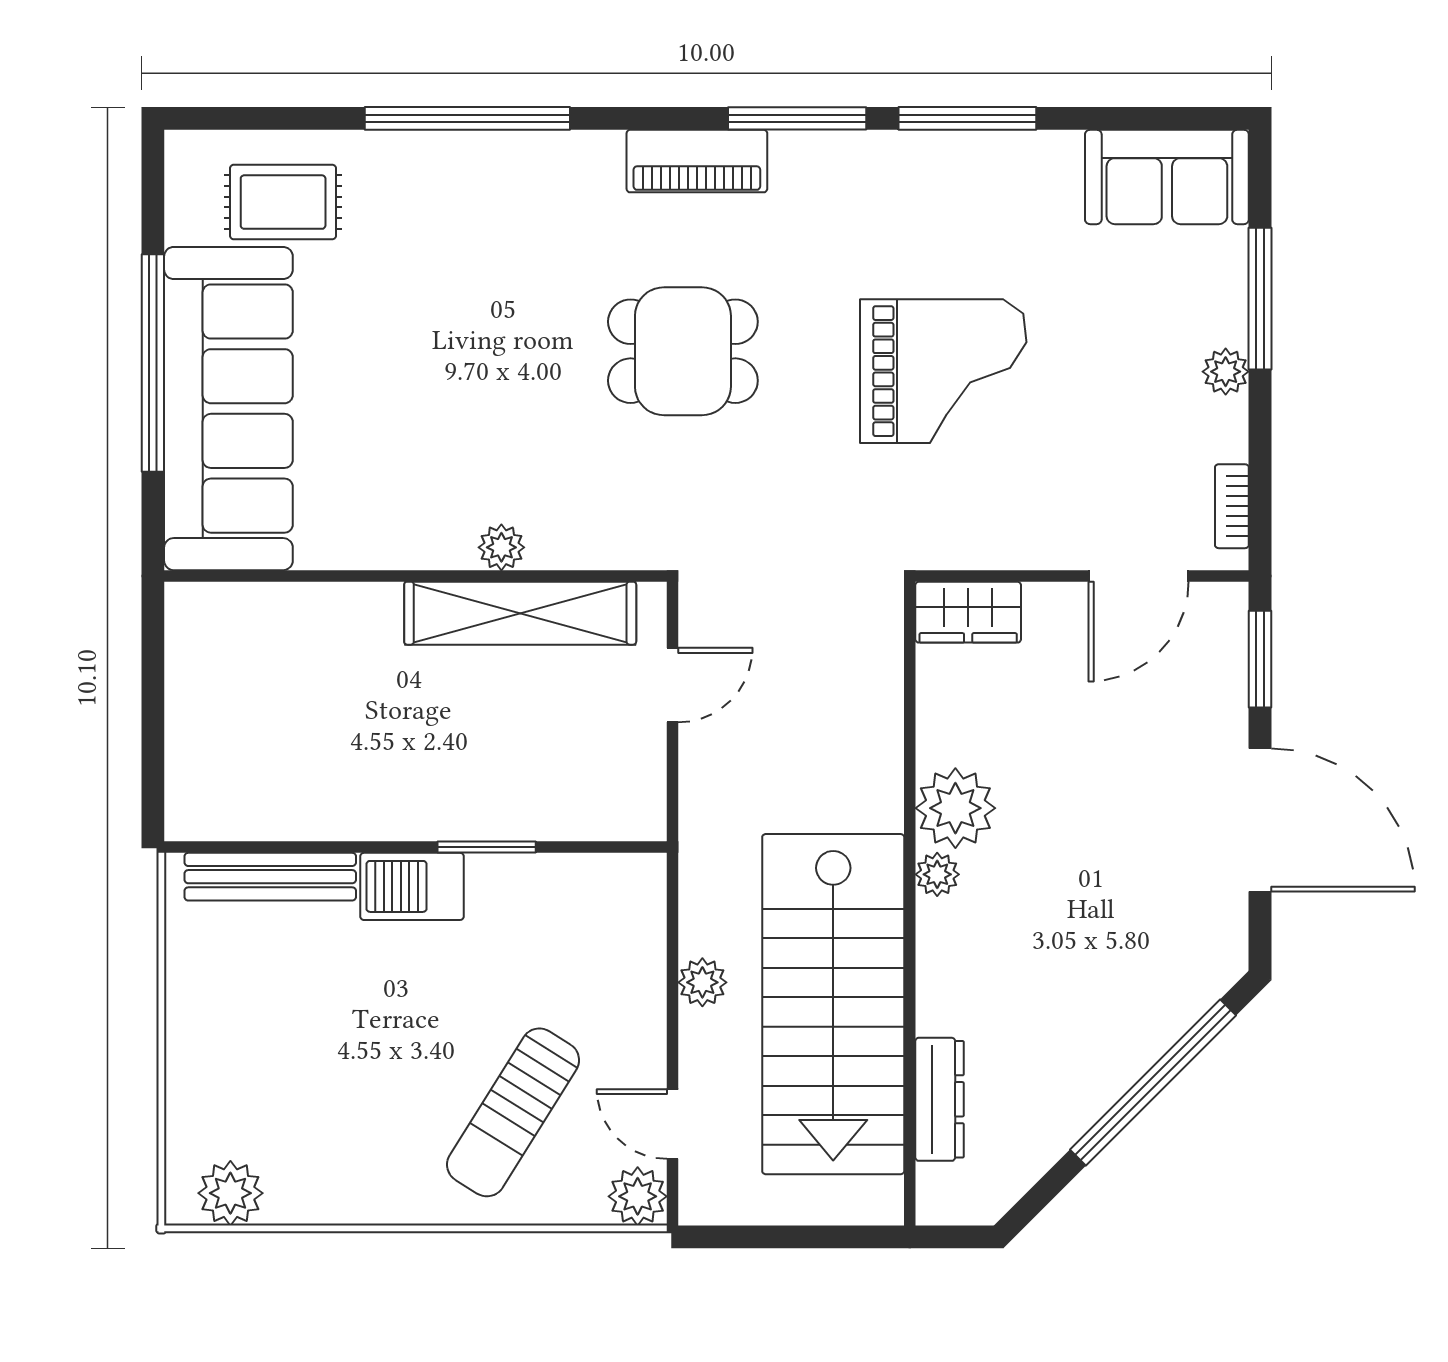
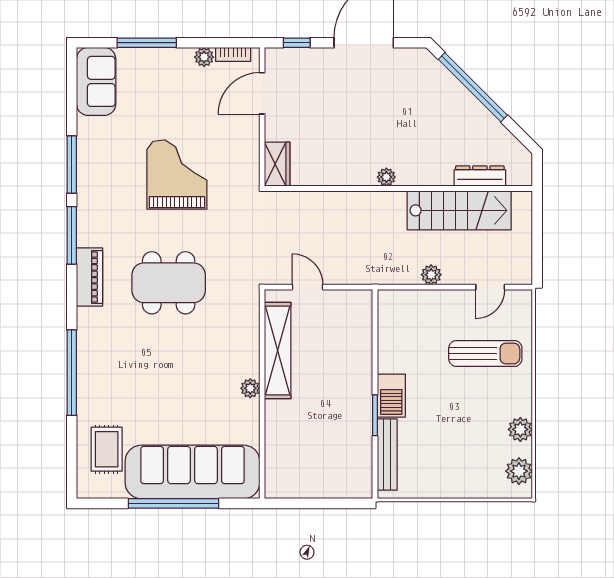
dining table: (683, 351) -> (169, 283), width x1.38
plant: (1226, 372) -> (204, 57), moved
plant: (501, 547) -> (250, 388), moved
door: (1139, 576) -> (262, 93), swing flipped
window: (1260, 659) -> (297, 43), width x0.67
plant: (955, 808) -> (359, 169), removed
window: (487, 847) -> (375, 415), moved
stairs: (833, 1004) -> (459, 210), width x0.73, depth x0.66
sun lounger: (513, 1112) -> (485, 354), turned -32
plant: (638, 1196) -> (520, 429), moved

